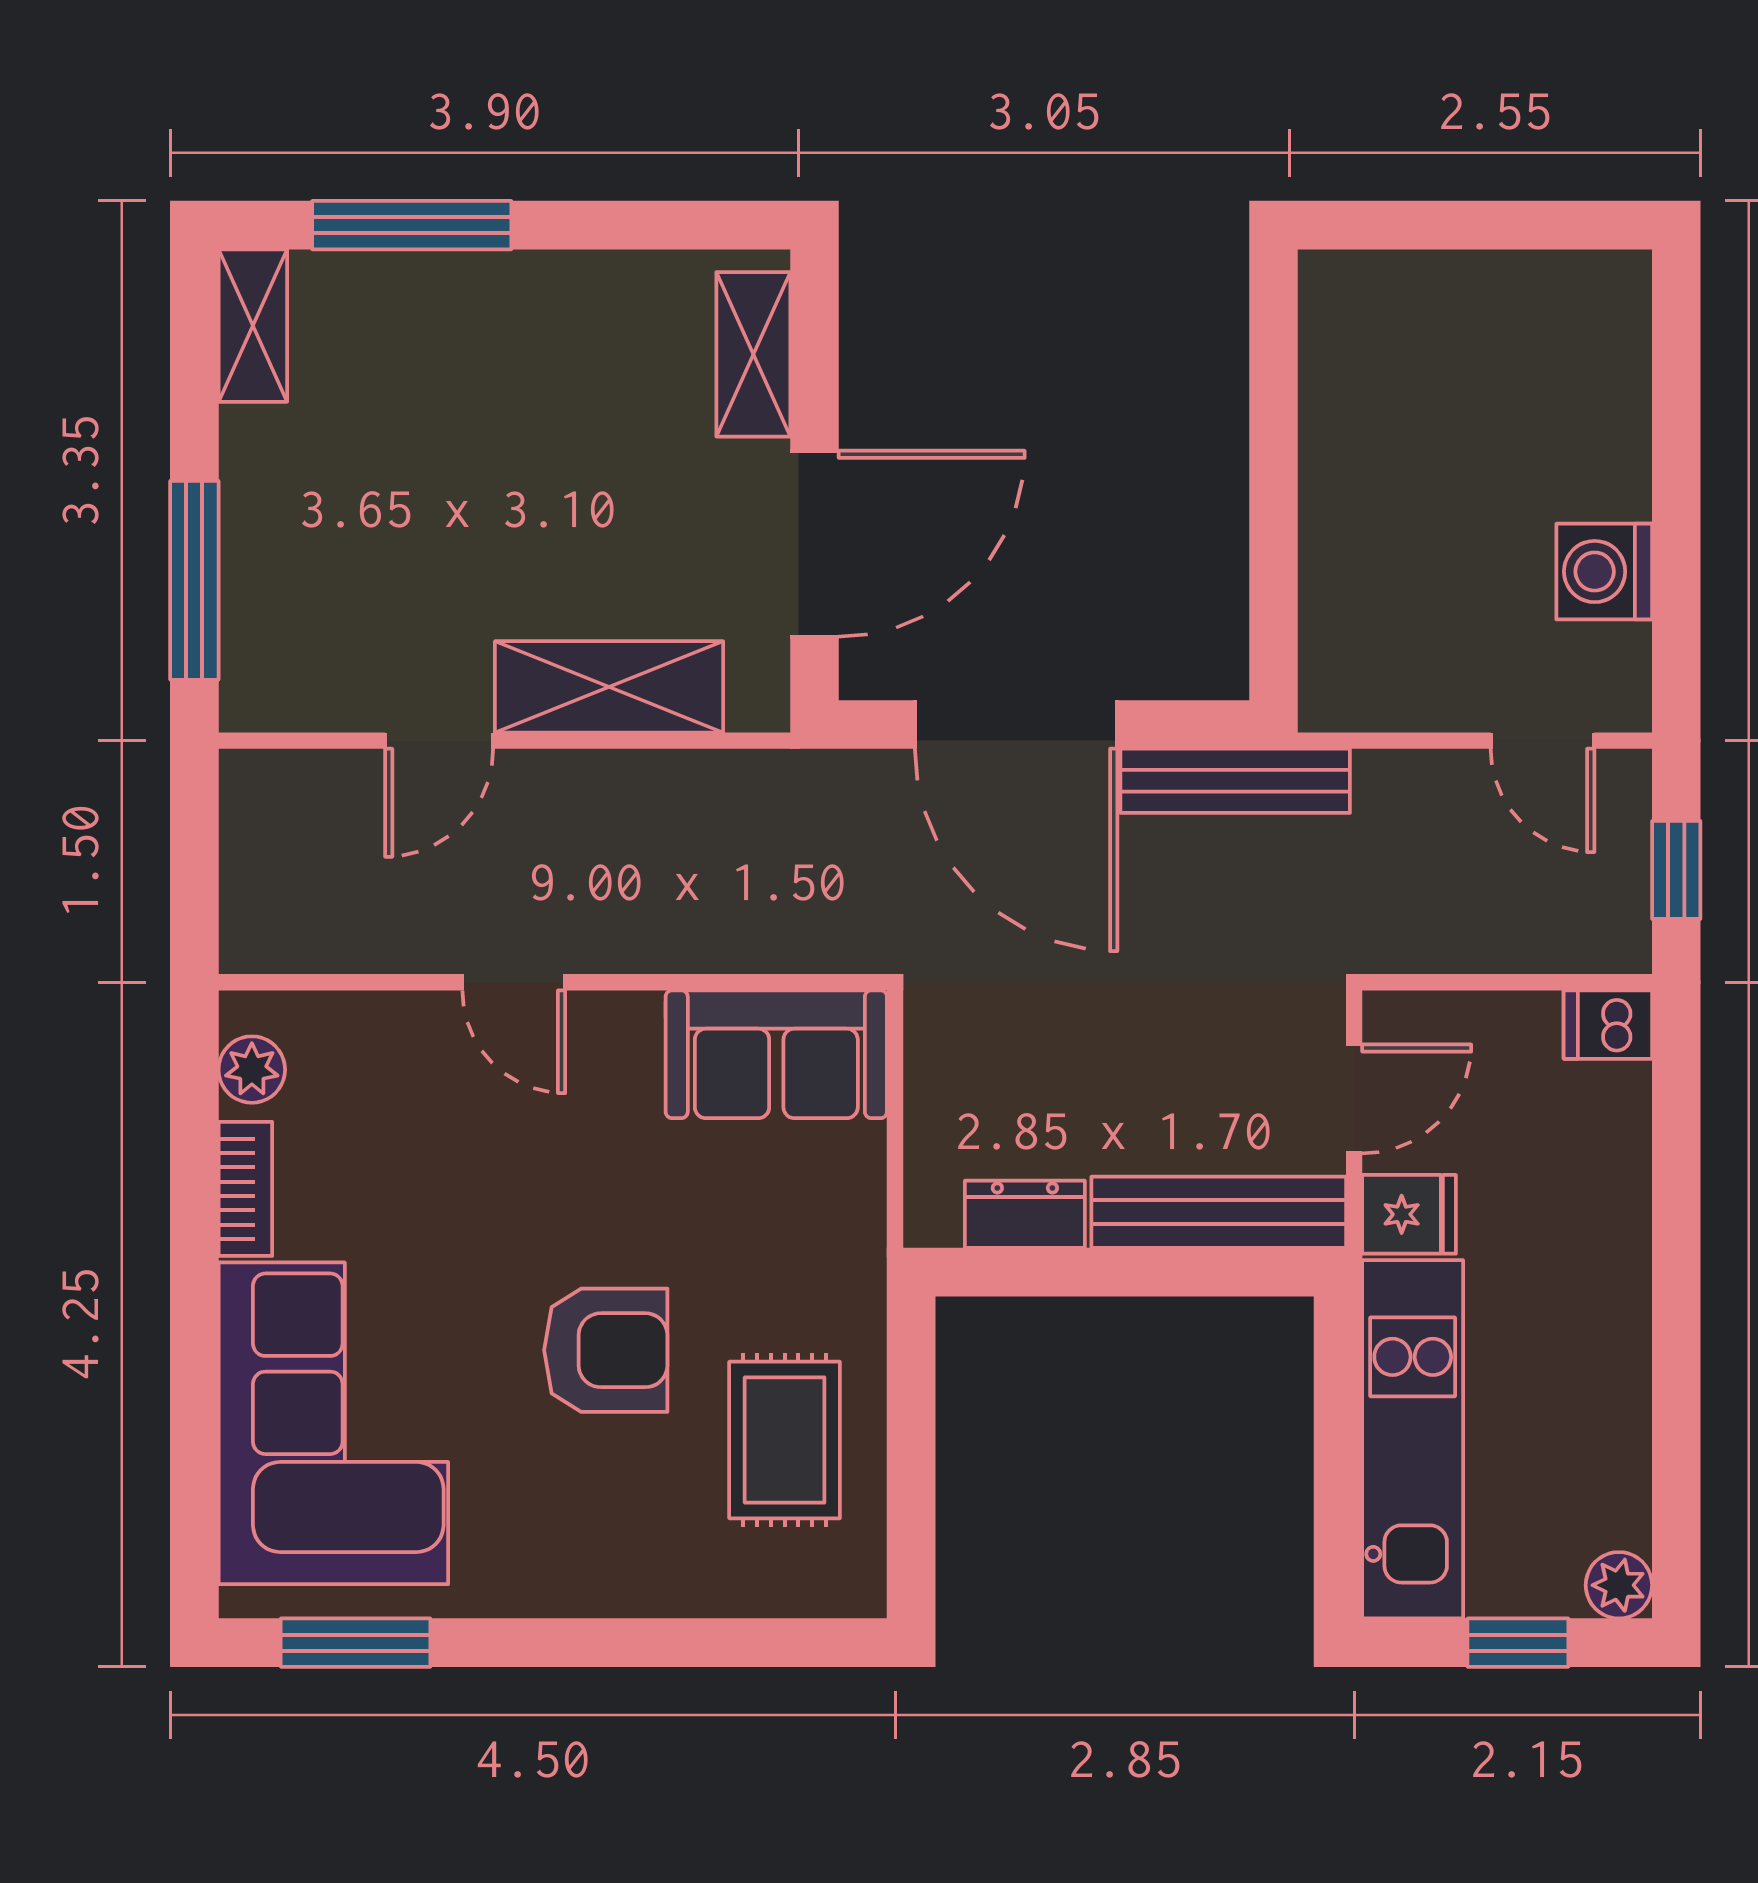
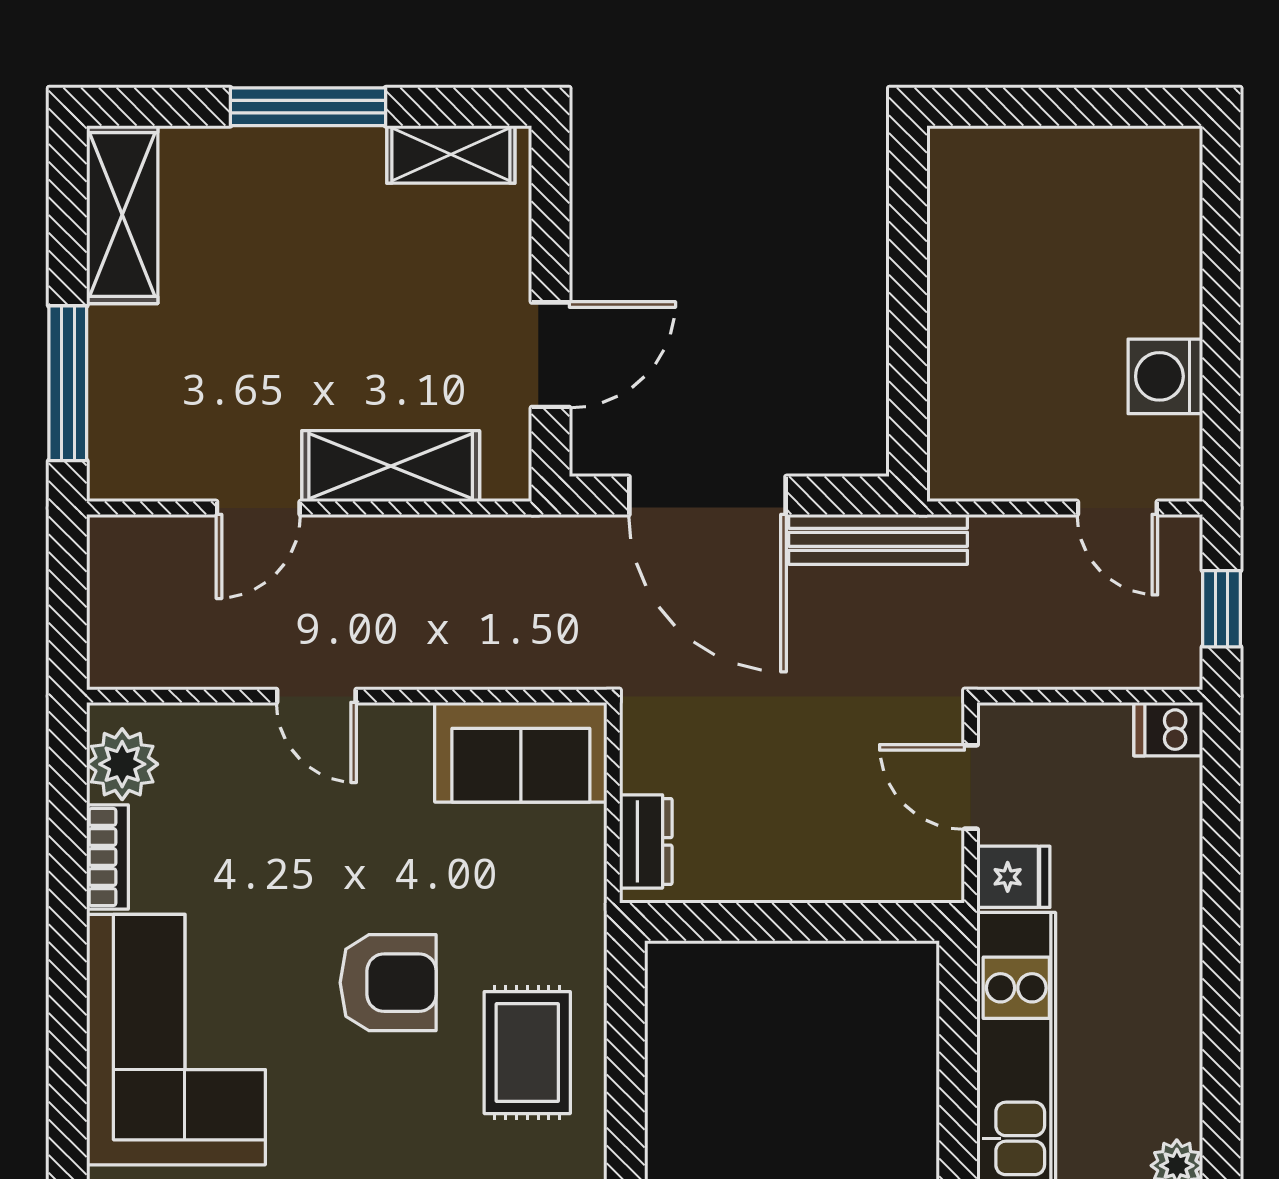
window: (412, 225) -> (308, 107), moved
shelving: (253, 326) -> (122, 215), width x1.50, depth x1.33
shelving: (753, 354) -> (451, 154), moved, turned 90
door: (814, 544) -> (551, 355), width x0.73
plant: (252, 1070) -> (122, 764), width x1.38, depth x1.38
door: (1354, 1099) -> (971, 787), swing flipped
bench: (1219, 1212) -> (865, 875), removed
dresser: (1025, 1214) -> (646, 841), moved, turned 90

